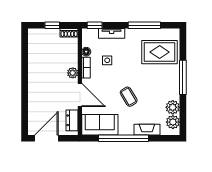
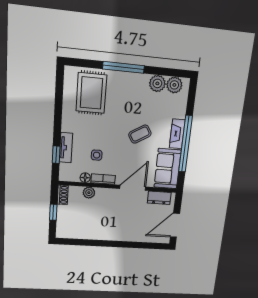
window: (95, 25) -> (56, 155), moved
window: (144, 25) -> (58, 108), removed
plant: (73, 73) -> (89, 193), moved
fireplace: (147, 130) -> (177, 134), moved
door: (46, 138) -> (175, 225), hinge flipped

